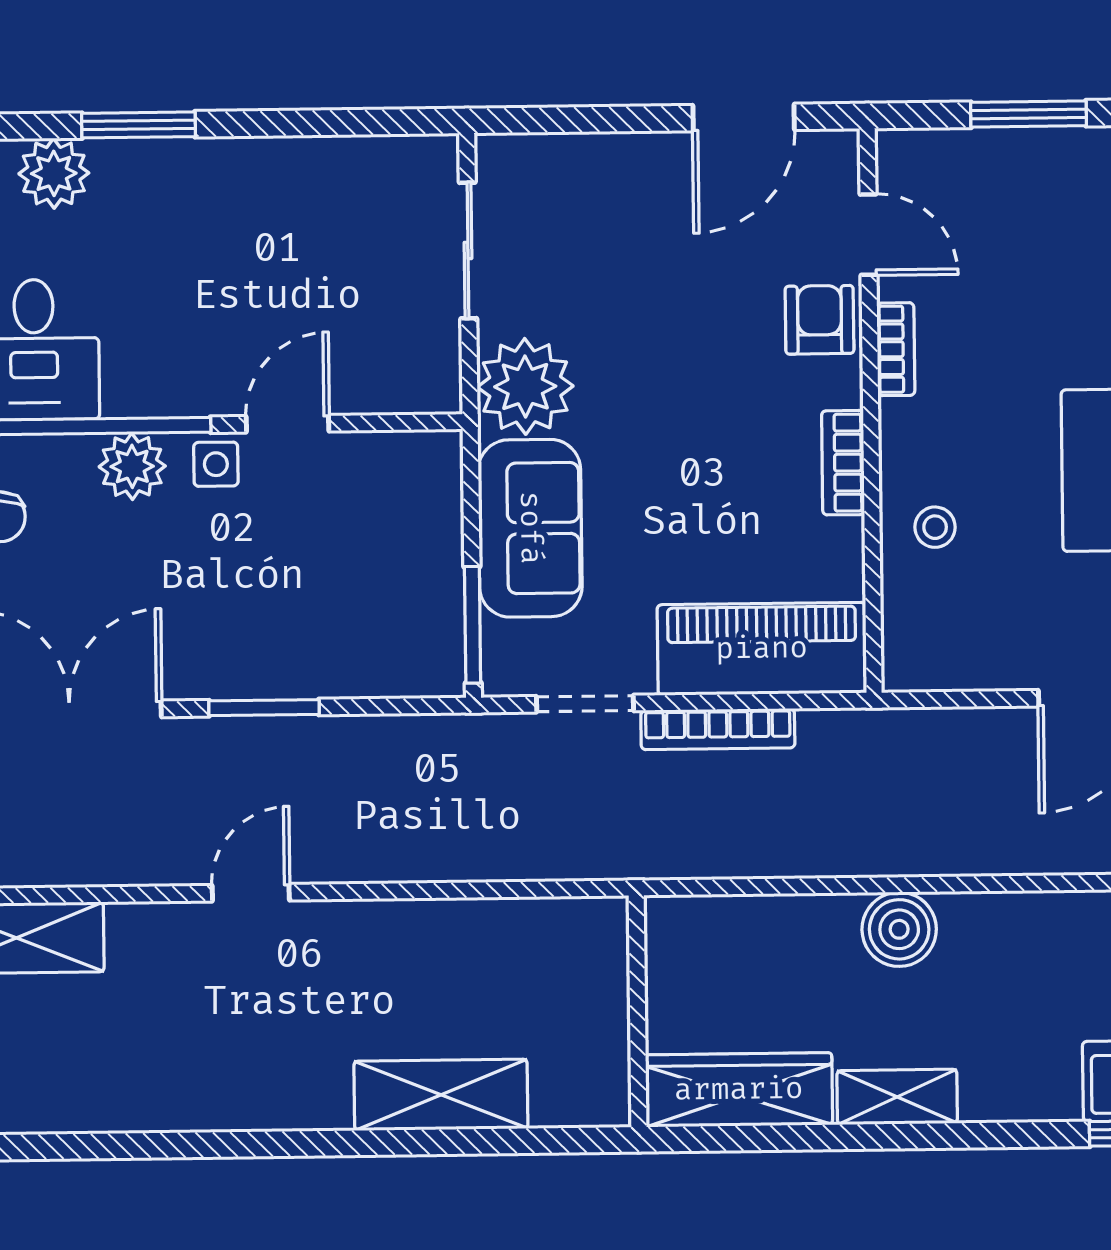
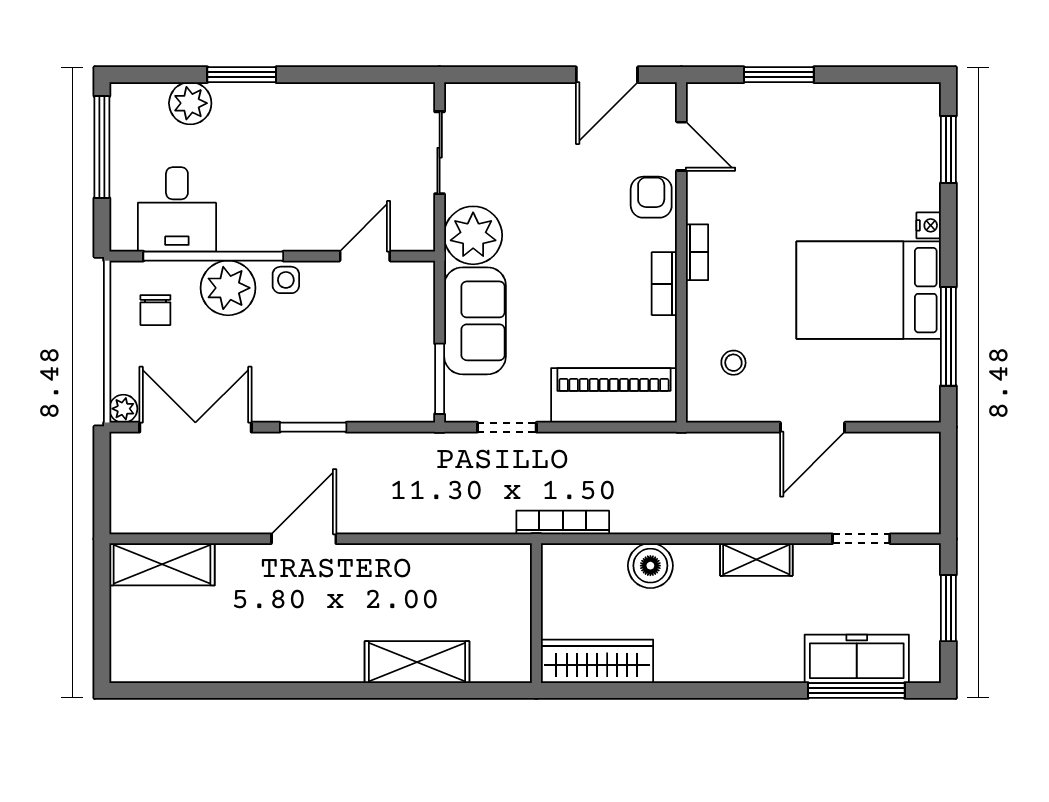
bookcase: (896, 349) -> (697, 252), moved
door: (288, 424) -> (365, 256), moved
plant: (132, 466) -> (228, 288), width x1.36, depth x1.36
stool: (935, 527) -> (733, 363), moved
bookcase: (718, 729) -> (563, 522), moved, turned 180
door: (251, 893) -> (304, 539), width x1.38
boiler: (899, 929) -> (650, 566), moved
shelving: (897, 1097) -> (756, 560), moved

